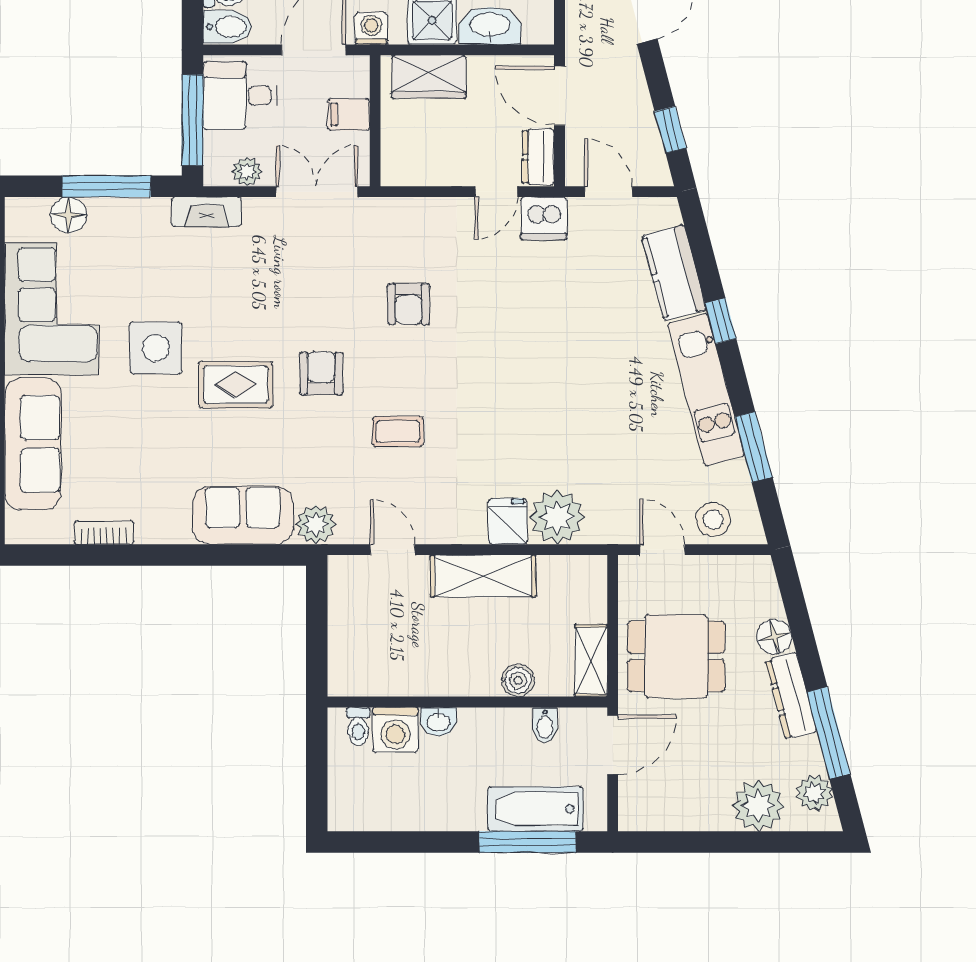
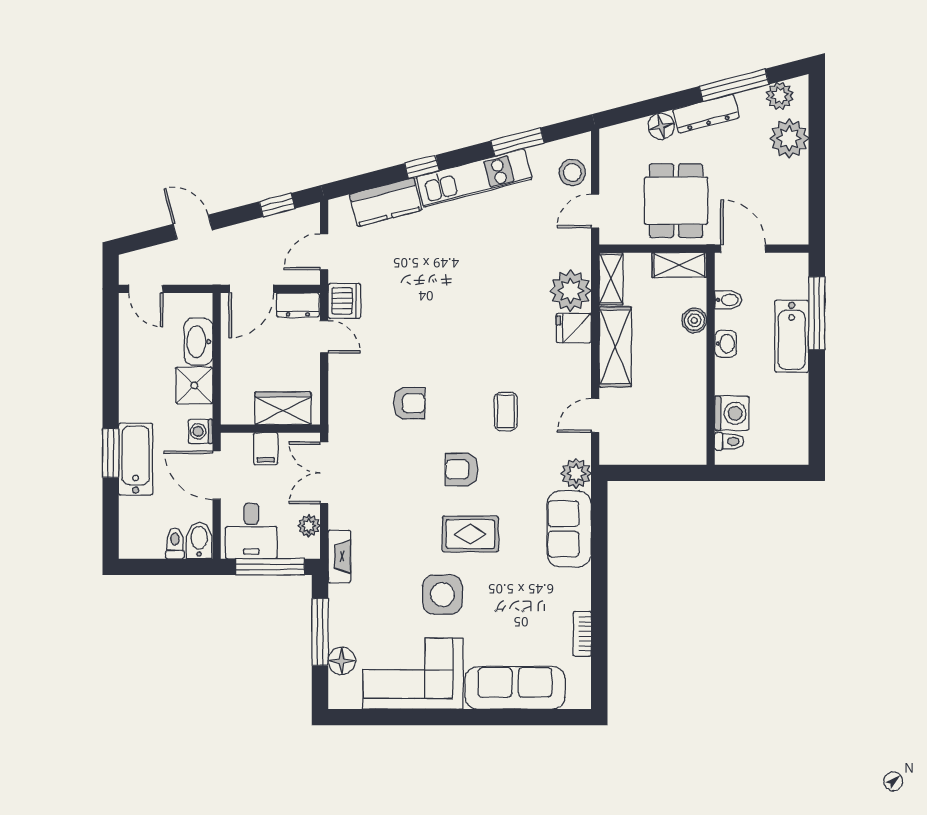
wardrobe: (429, 77) -> (283, 408), moved, turned -90
rug: (236, 385) -> (470, 534), turned 90
shelving: (573, 570) -> (611, 279), added
washbasin: (439, 722) -> (726, 344), moved
bathtub: (535, 809) -> (792, 336), moved

